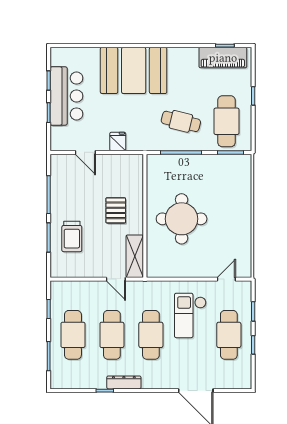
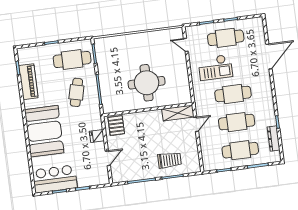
piano: (223, 58) -> (28, 82), moved
bar counter: (66, 96) -> (55, 179), moved
pallet: (116, 210) -> (116, 126), moved, turned 90
dresser: (124, 382) -> (274, 139), moved

